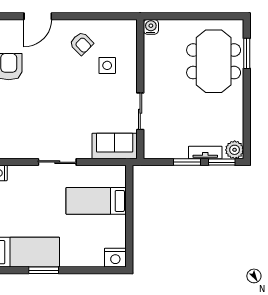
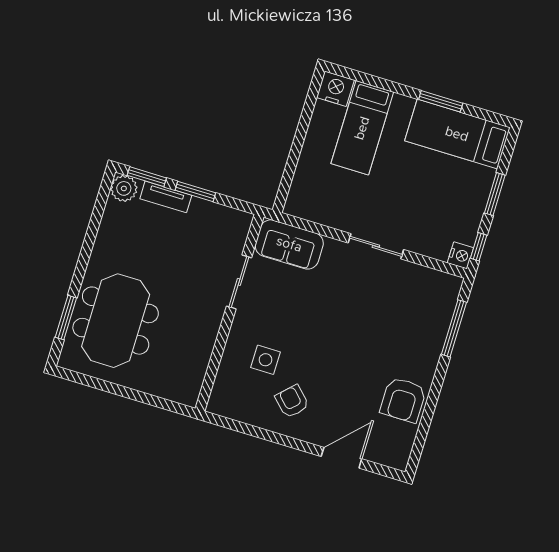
water cooler: (151, 27) -> (188, 395), removed
bed: (96, 201) -> (362, 128), moved, turned 90

